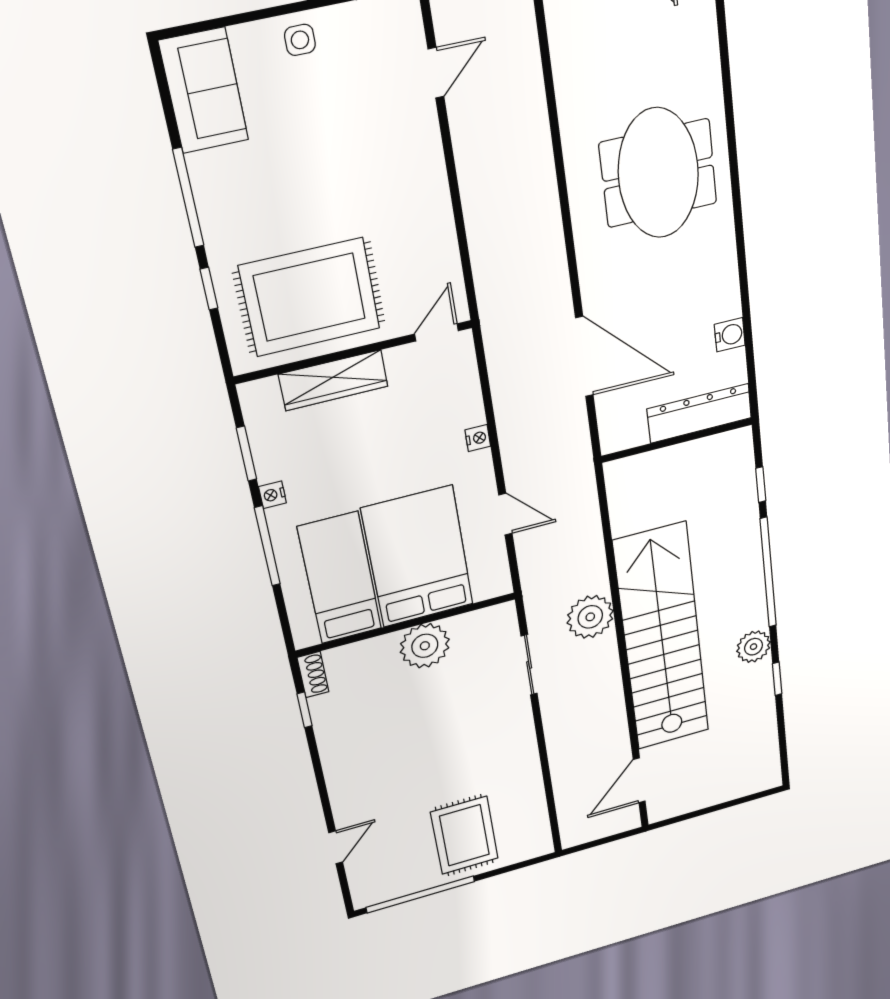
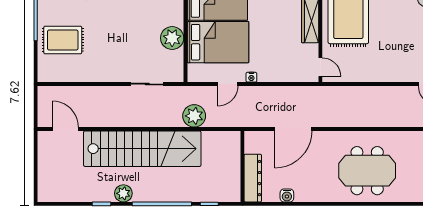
nightstand: (478, 438) -> (251, 77), moved
plant: (590, 617) -> (194, 116), moved

